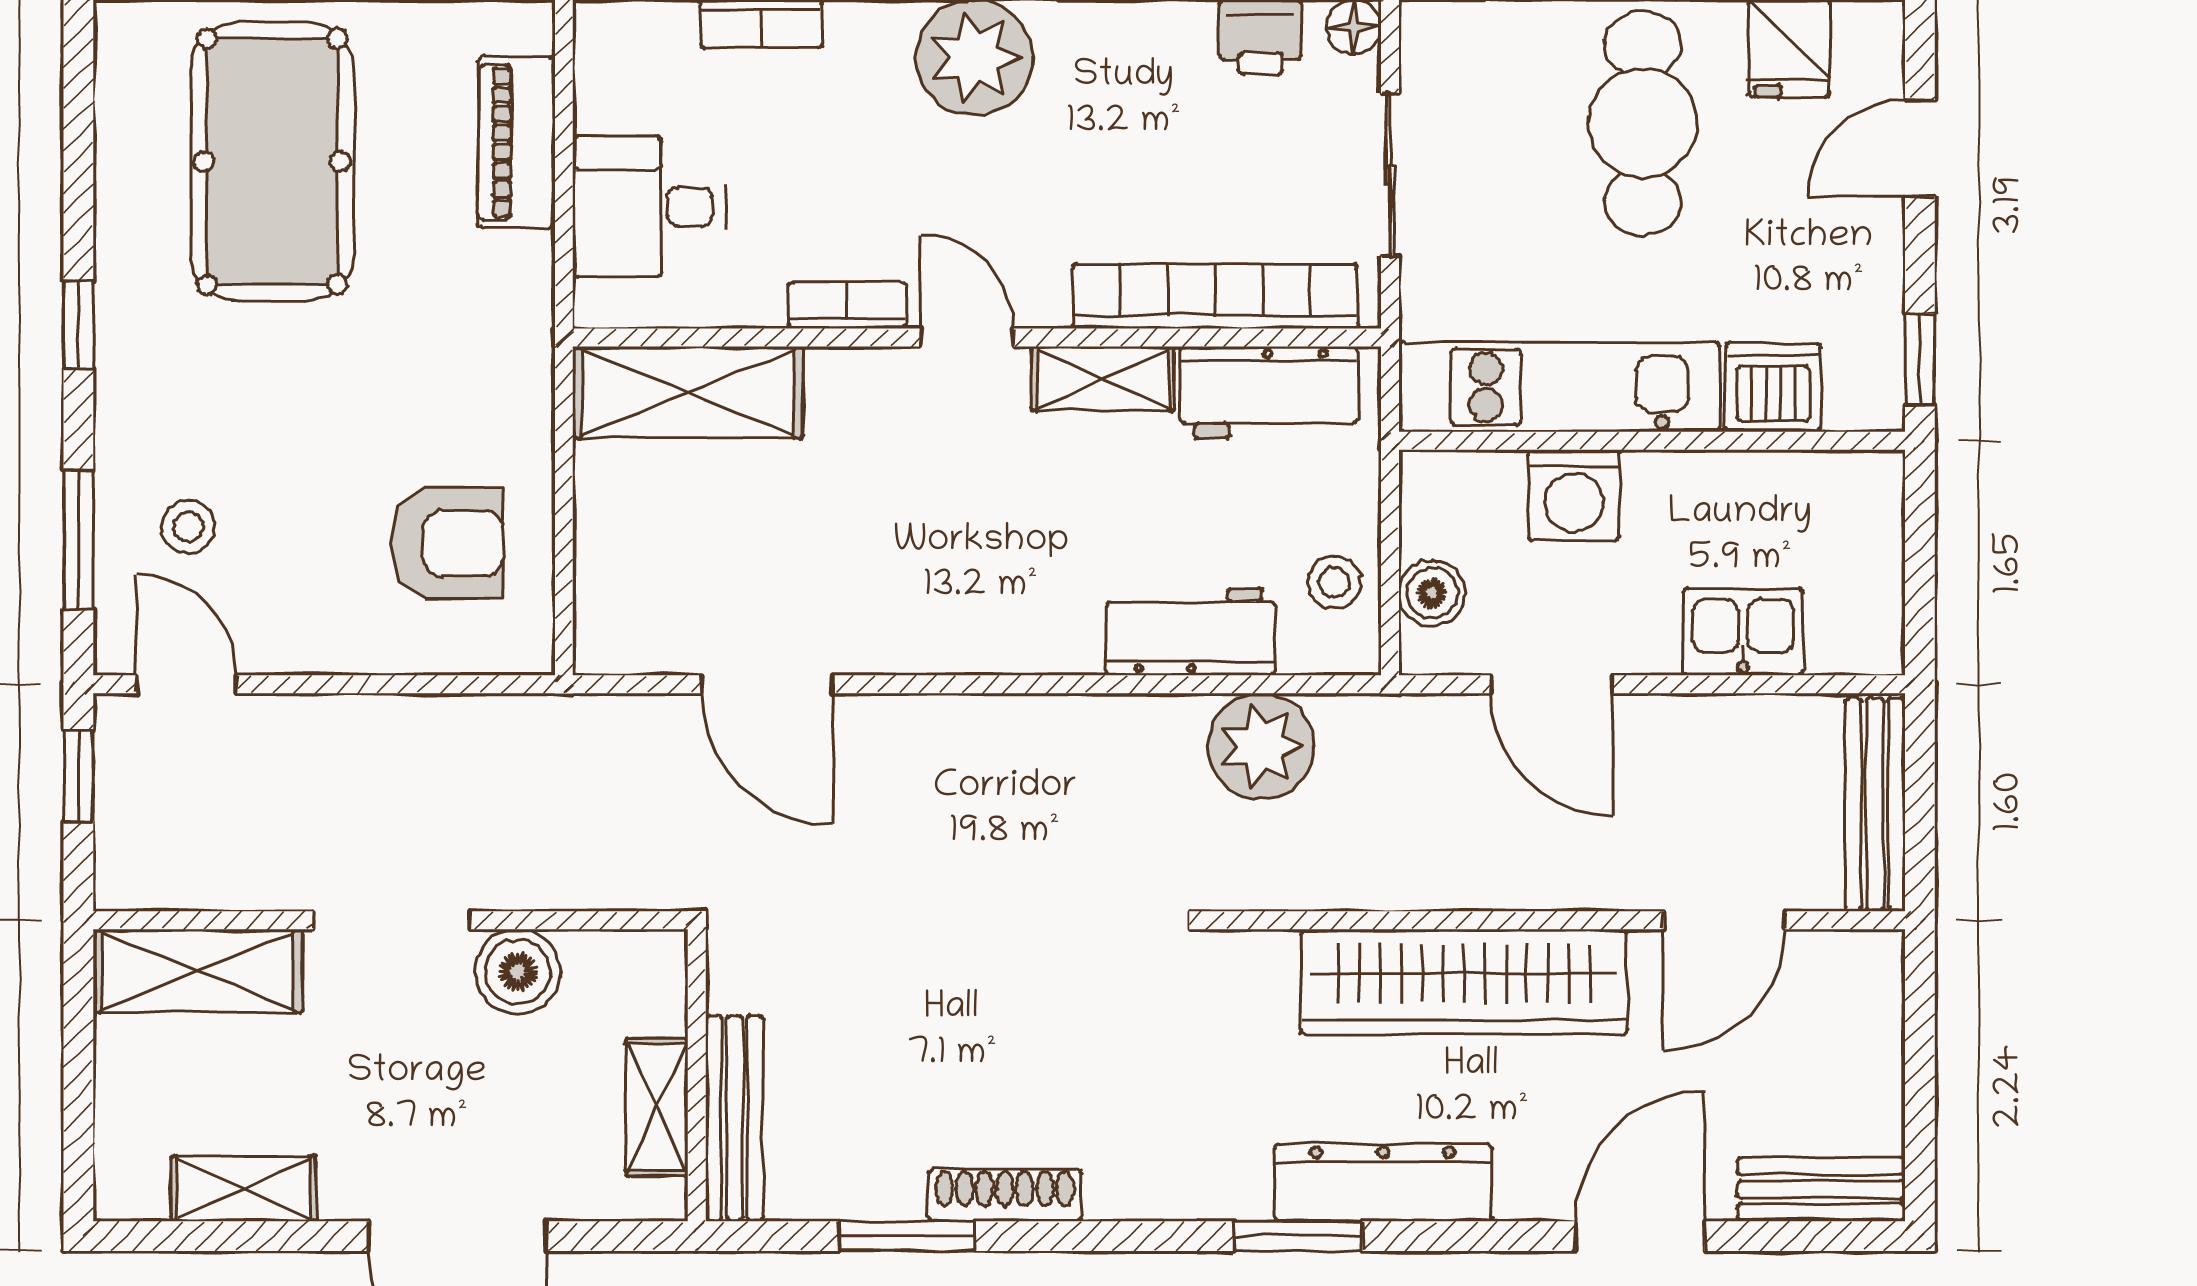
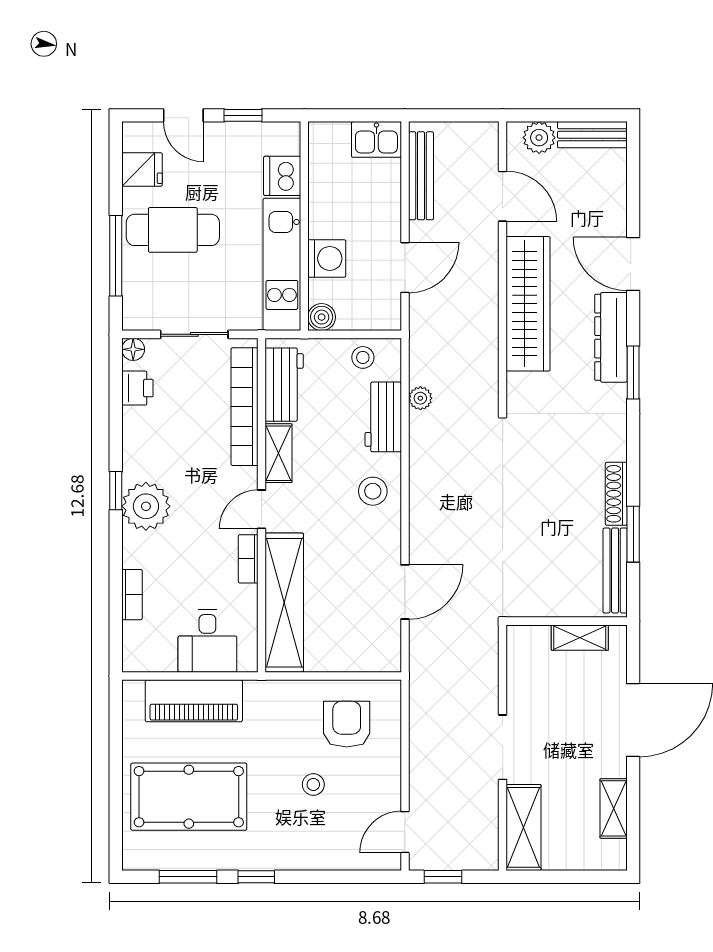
piano: (517, 142) -> (194, 701), width x1.37, depth x1.33
window: (1920, 359) -> (243, 115), moved
shelving: (688, 392) -> (284, 603), width x1.47
stool: (188, 527) -> (313, 784), moved
window: (78, 540) -> (188, 877), moved
boiler: (1432, 593) -> (322, 317), moved
stool: (1011, 607) -> (373, 491), added
kitchen sink: (1743, 632) -> (376, 139), moved, turned -90
plant: (1261, 746) -> (420, 398), width x0.53, depth x0.53
bench: (1875, 805) -> (421, 176), moved, turned 90
boiler: (518, 972) -> (524, 695), removed
plant: (1866, 1009) -> (539, 138), added
bench: (734, 1118) -> (615, 570), moved, turned 90
bench: (1821, 1189) -> (592, 135), moved, turned 90
door: (1640, 1236) -> (633, 264), moved

